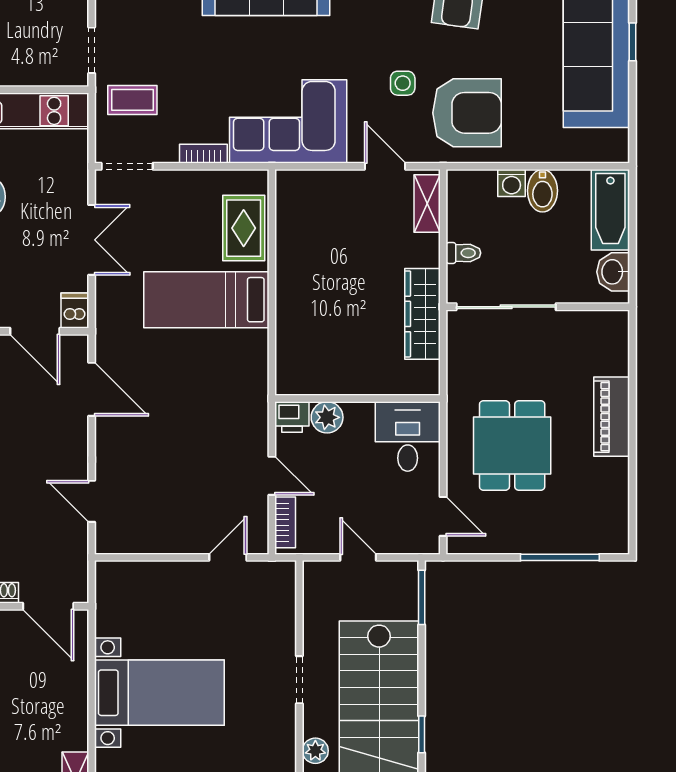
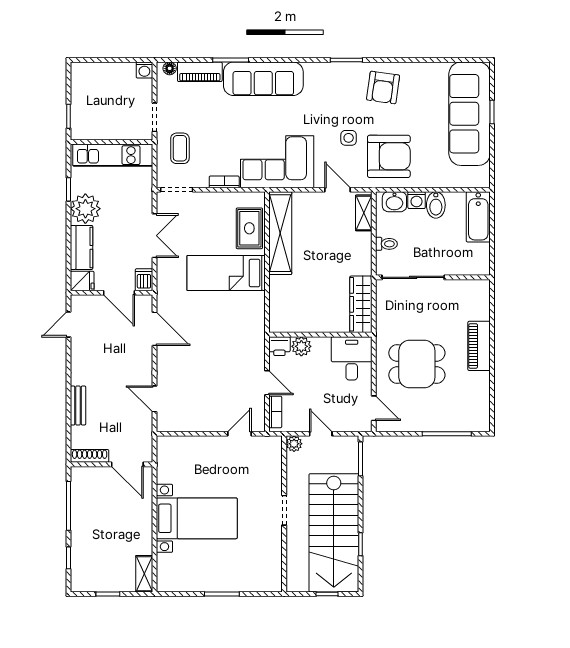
coffee table: (132, 100) -> (180, 148), turned 90
shelving: (293, 236) -> (280, 233), added
washbasin: (613, 272) -> (394, 202), moved, turned -90
wardrobe: (422, 314) -> (361, 304), moved
dining table: (512, 446) -> (417, 364), turned 90
plant: (315, 751) -> (294, 444), moved

